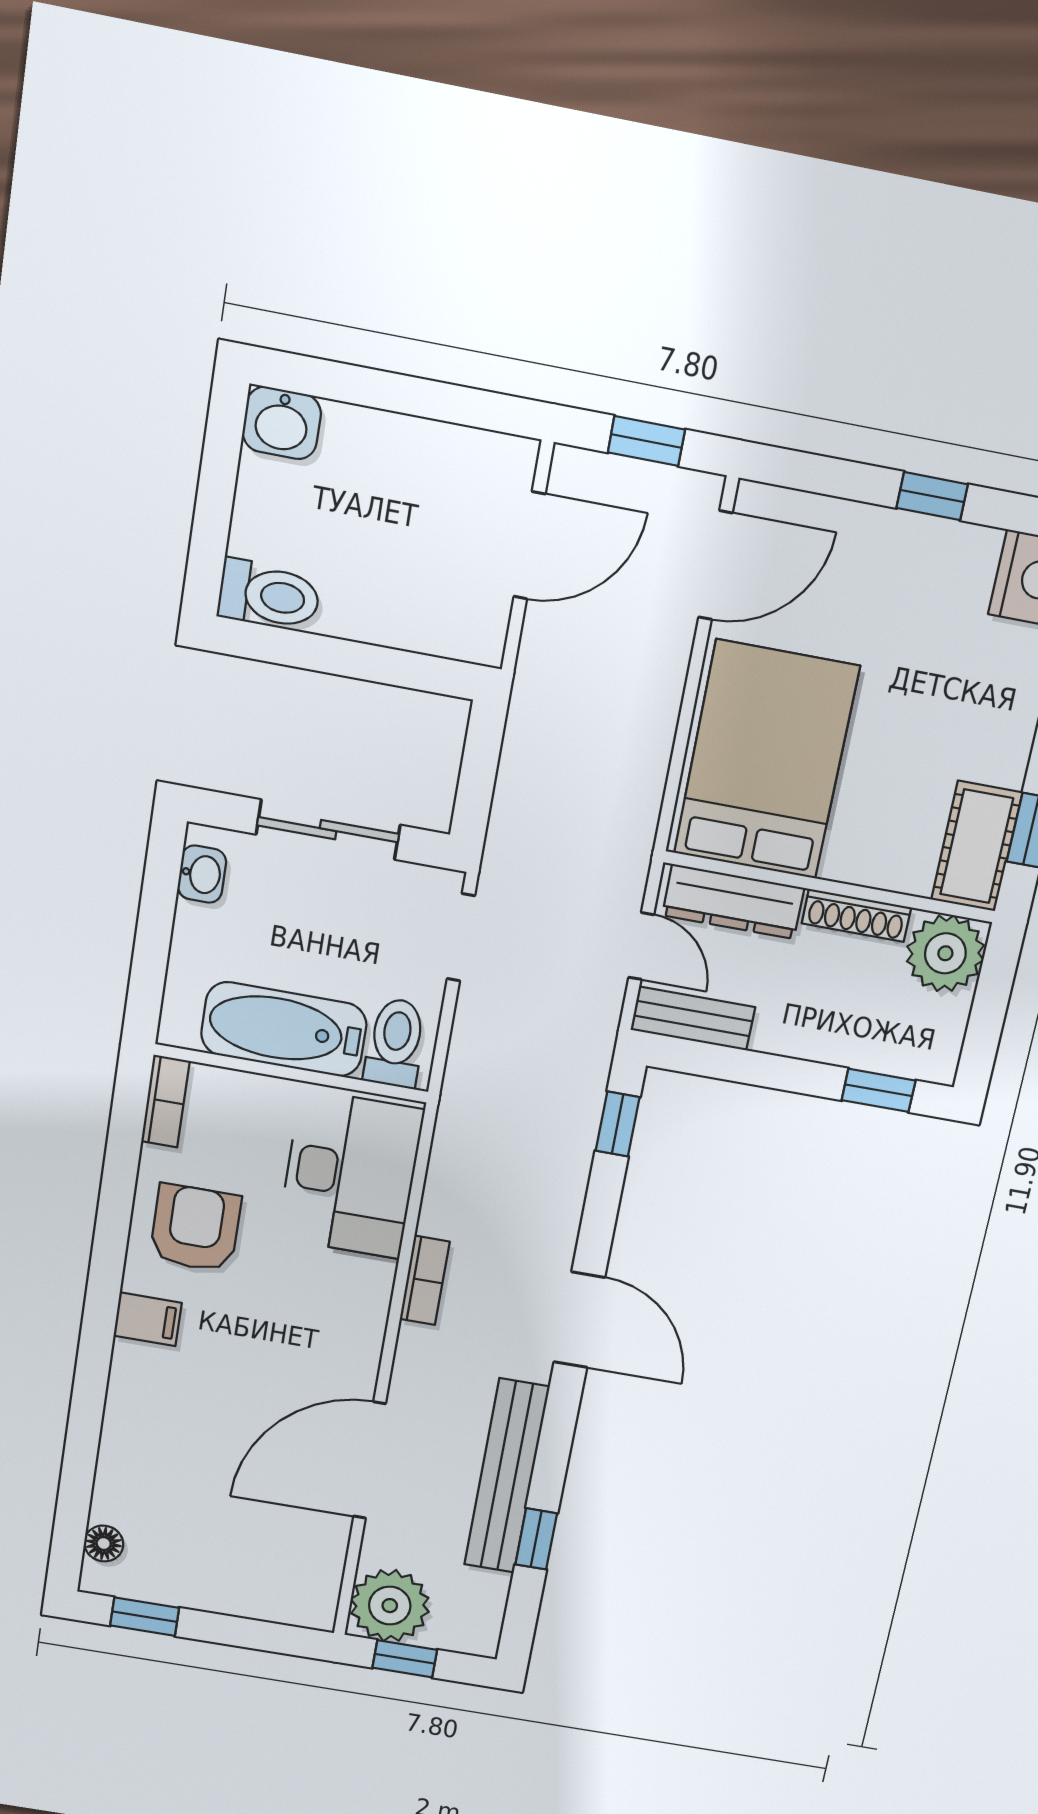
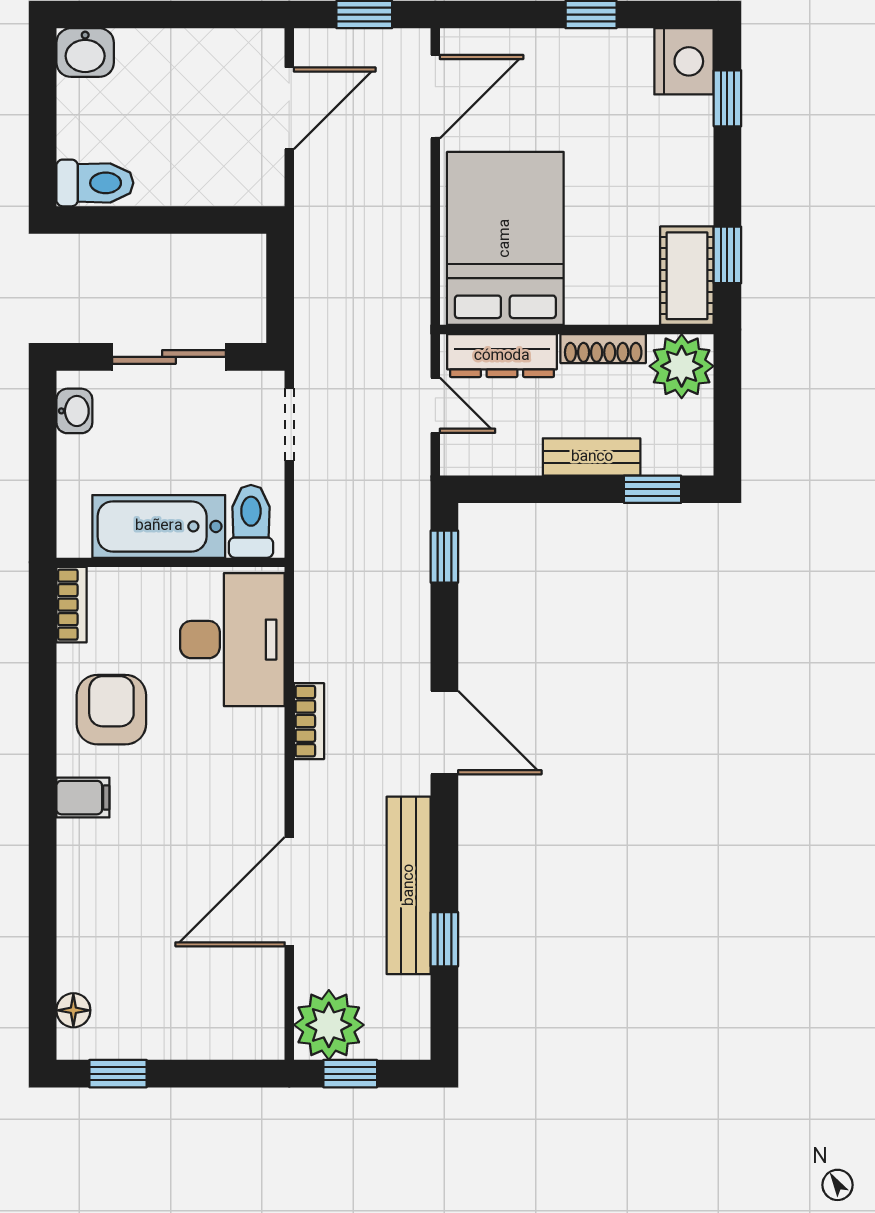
bench: (693, 1018) -> (592, 457), moved

